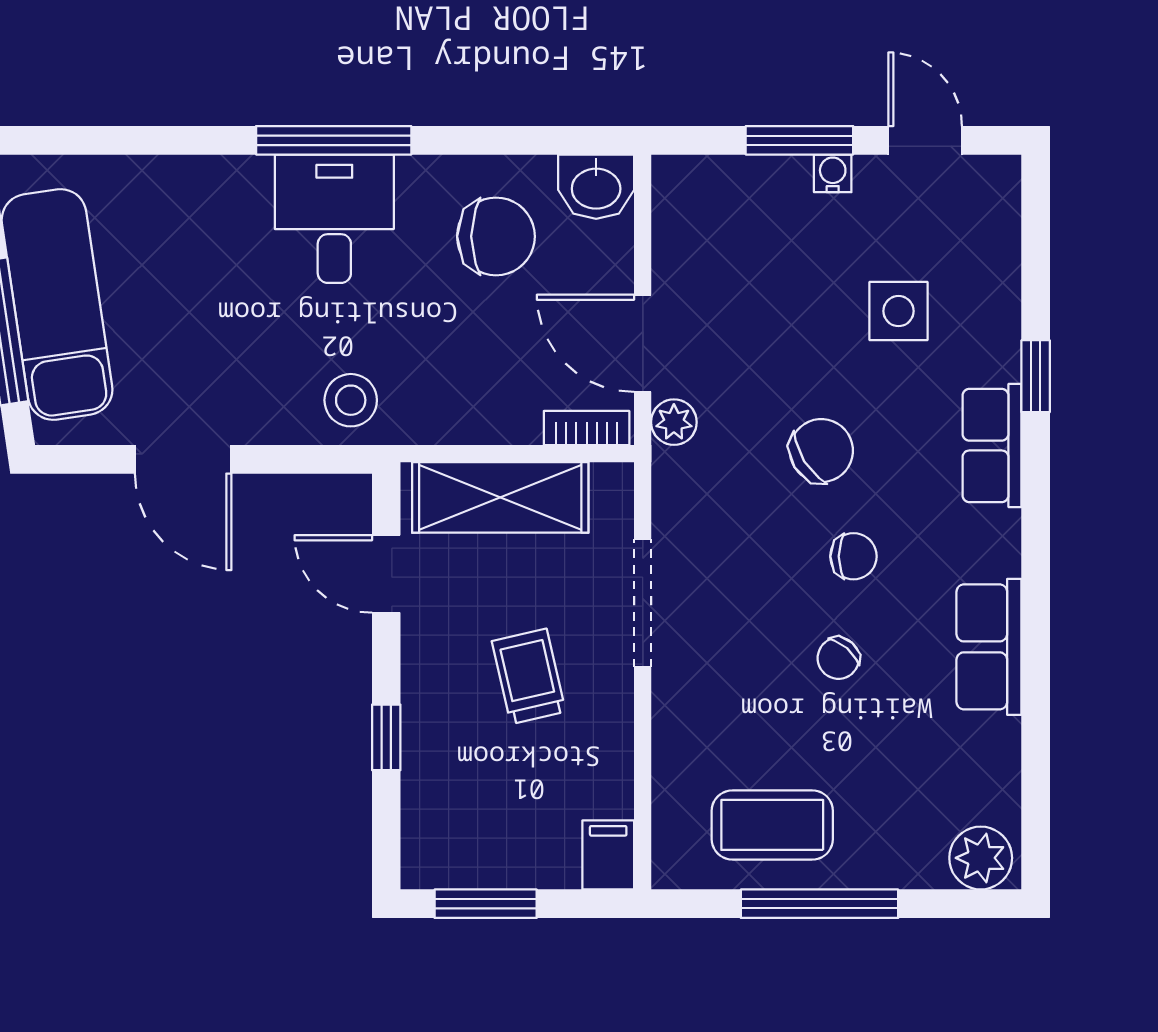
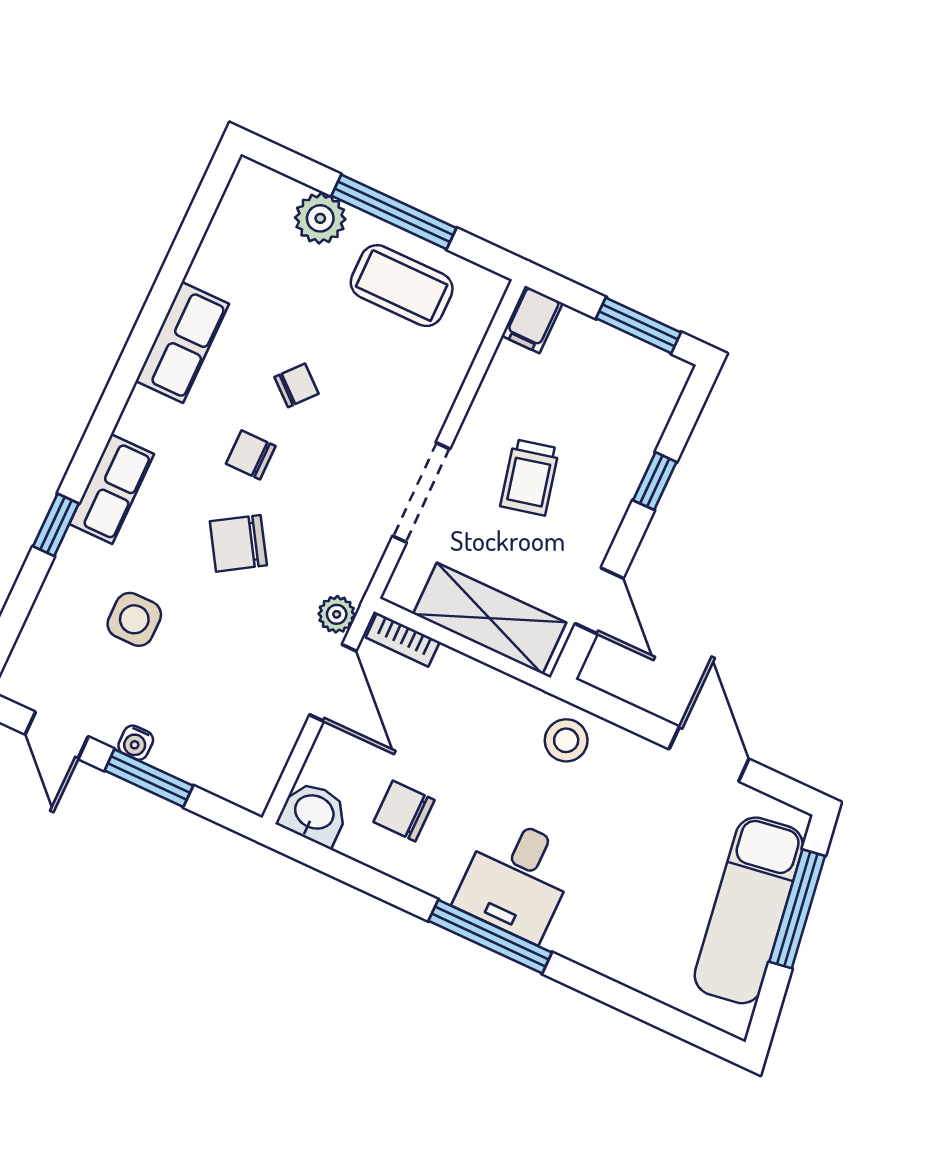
chair: (496, 236) -> (404, 811), width x0.73, depth x0.73
plant: (981, 858) -> (320, 218), moved

